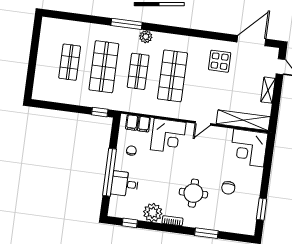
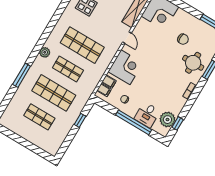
window: (127, 24) -> (22, 75), moved
window: (100, 112) -> (80, 120), moved
round table: (193, 193) -> (193, 63), moved
plant: (153, 213) -> (167, 120), moved

